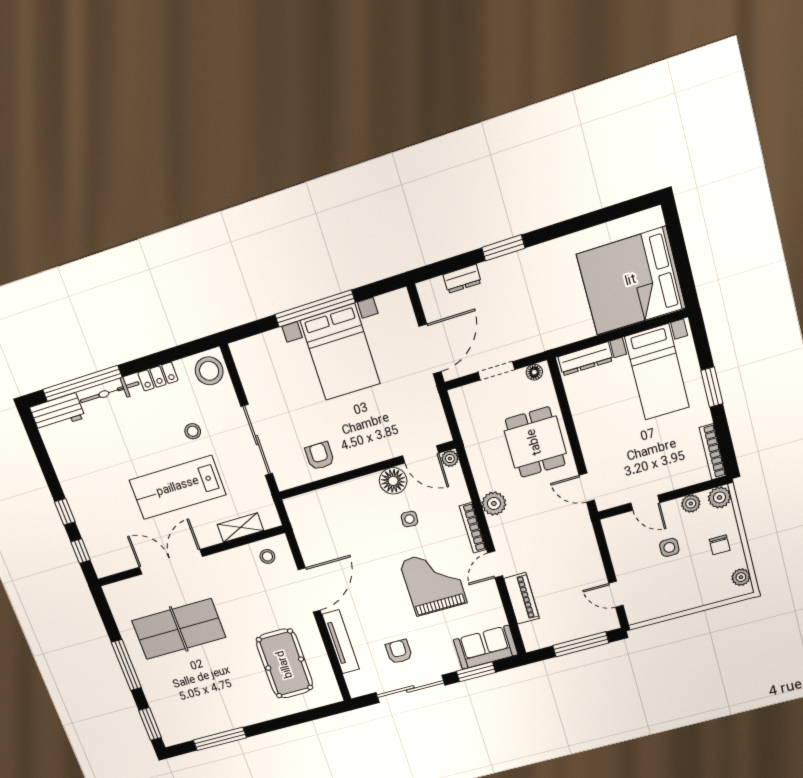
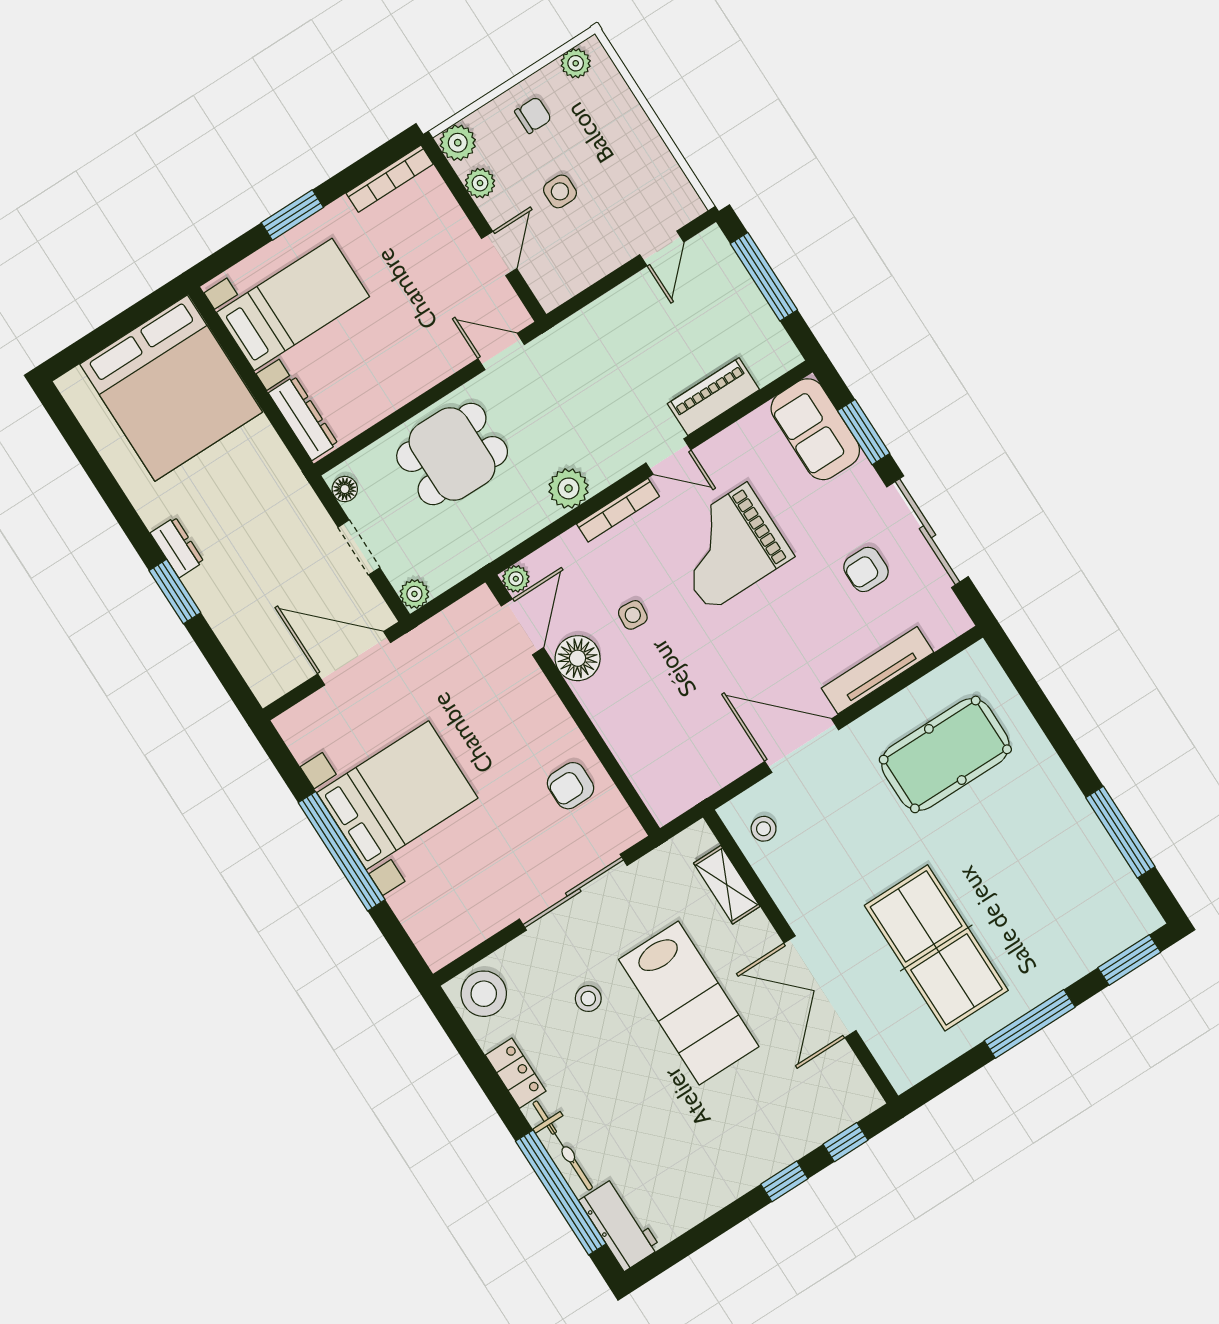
dresser: (462, 279) -> (177, 547), moved
plant: (458, 396) -> (414, 594), added
door: (587, 488) -> (501, 352), swing flipped

